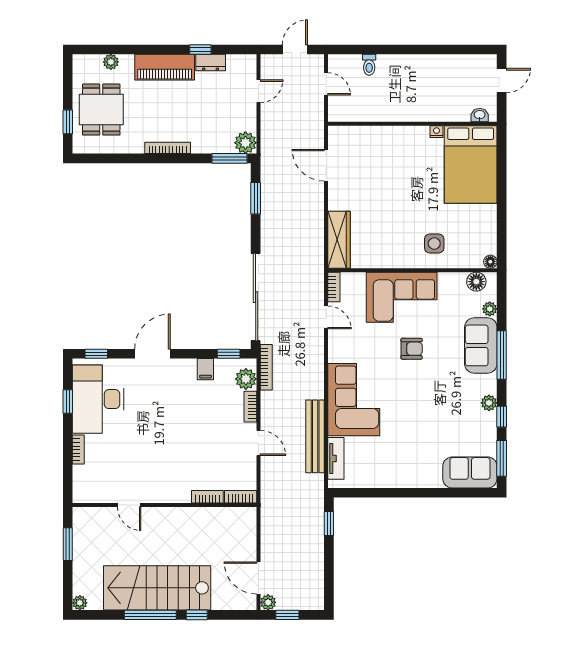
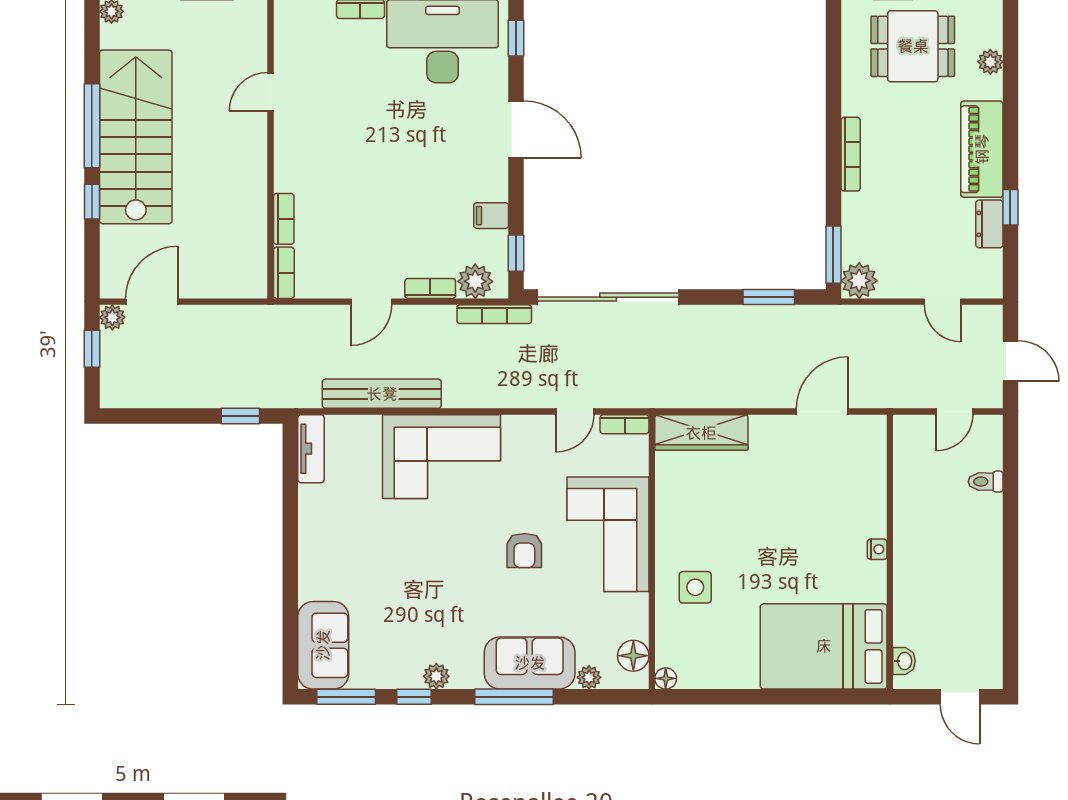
nightstand: (437, 132) -> (877, 549), moved
tv unit: (336, 458) -> (311, 449), moved, turned -90

